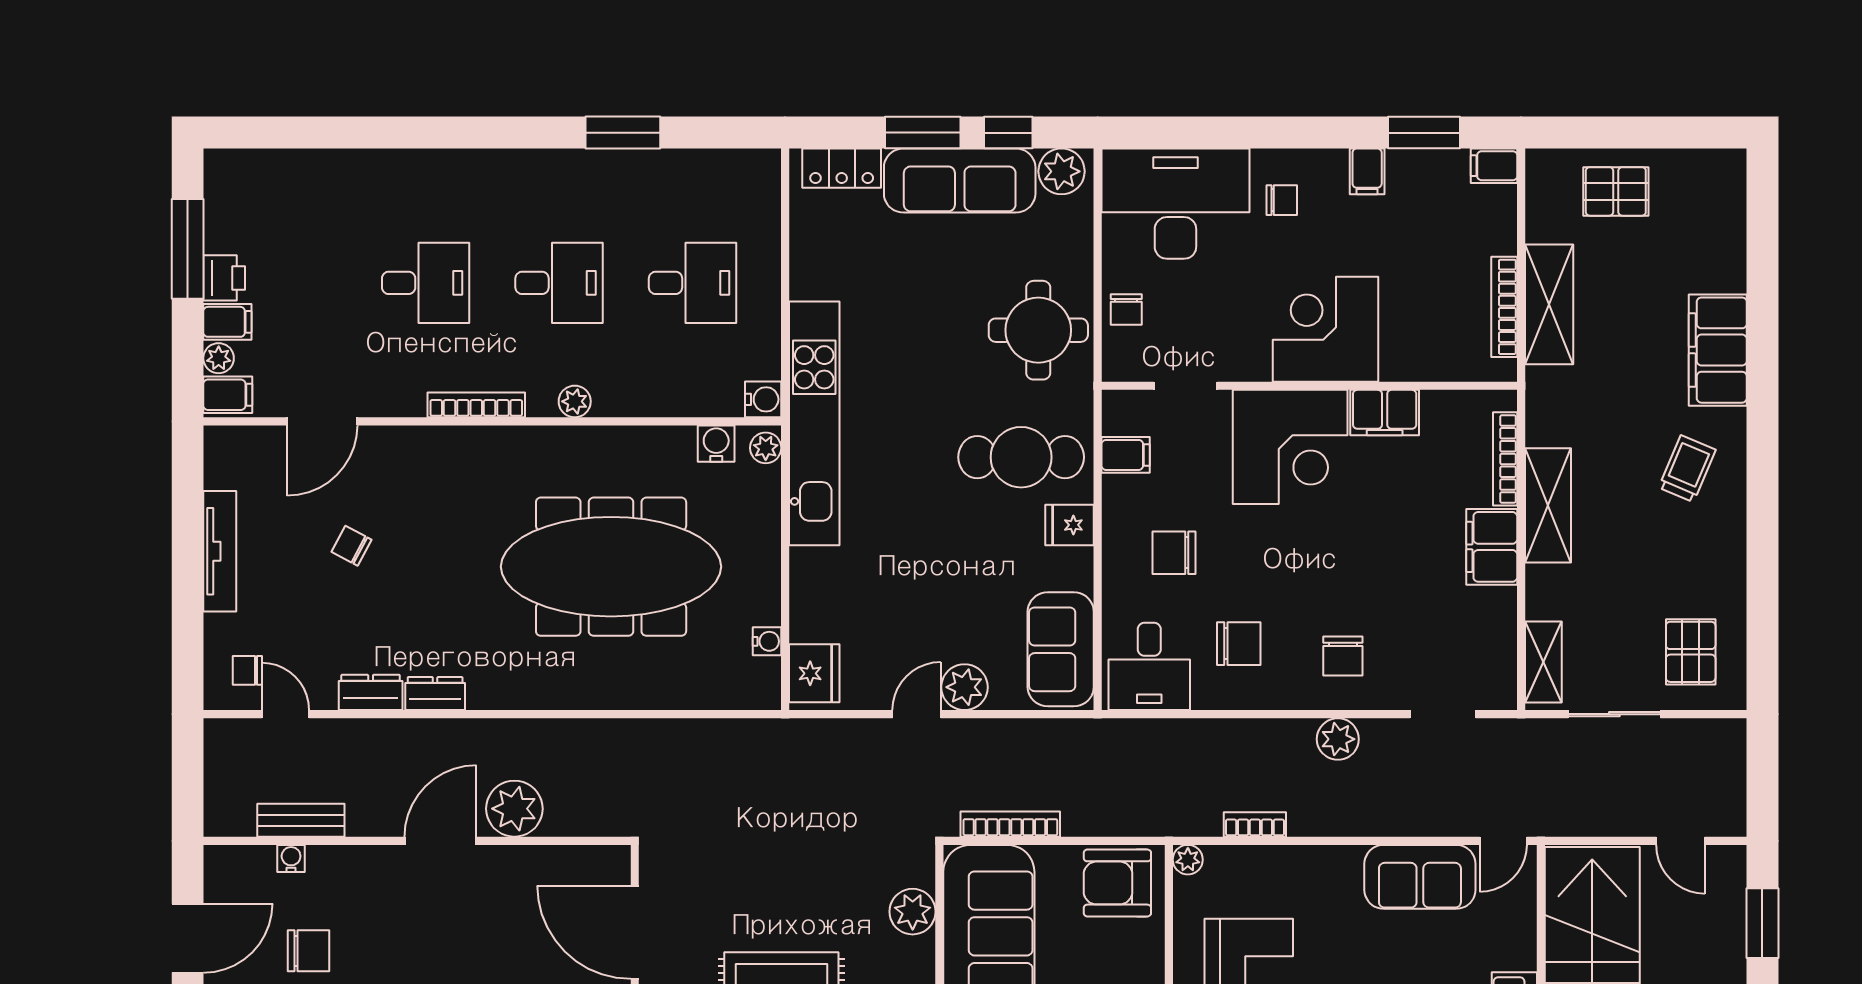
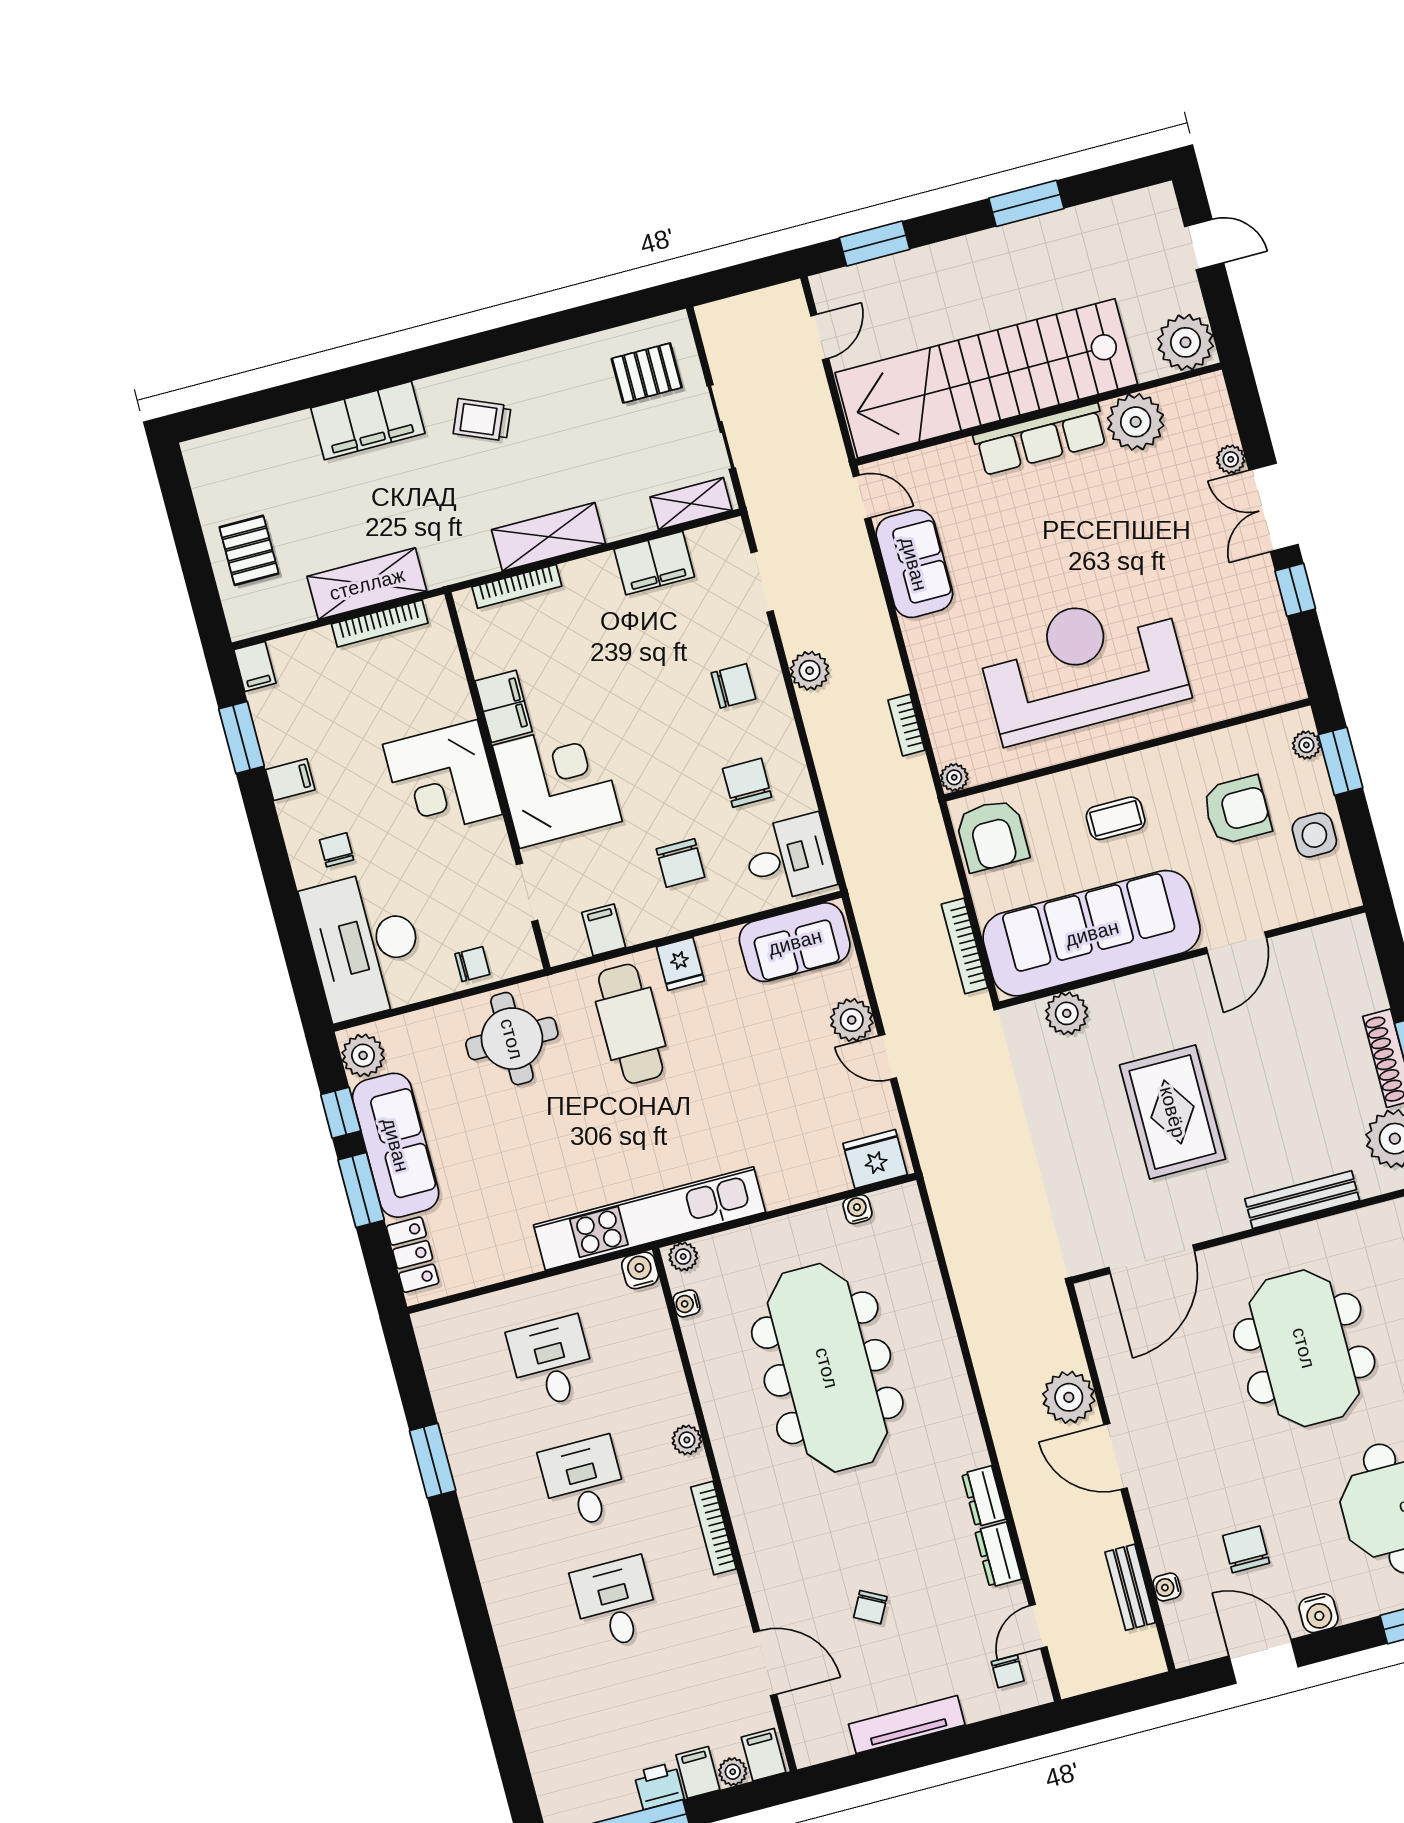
water cooler: (716, 444) -> (687, 1303), width x0.72, depth x0.72
filing cabinet: (1492, 547) -> (654, 563), moved

